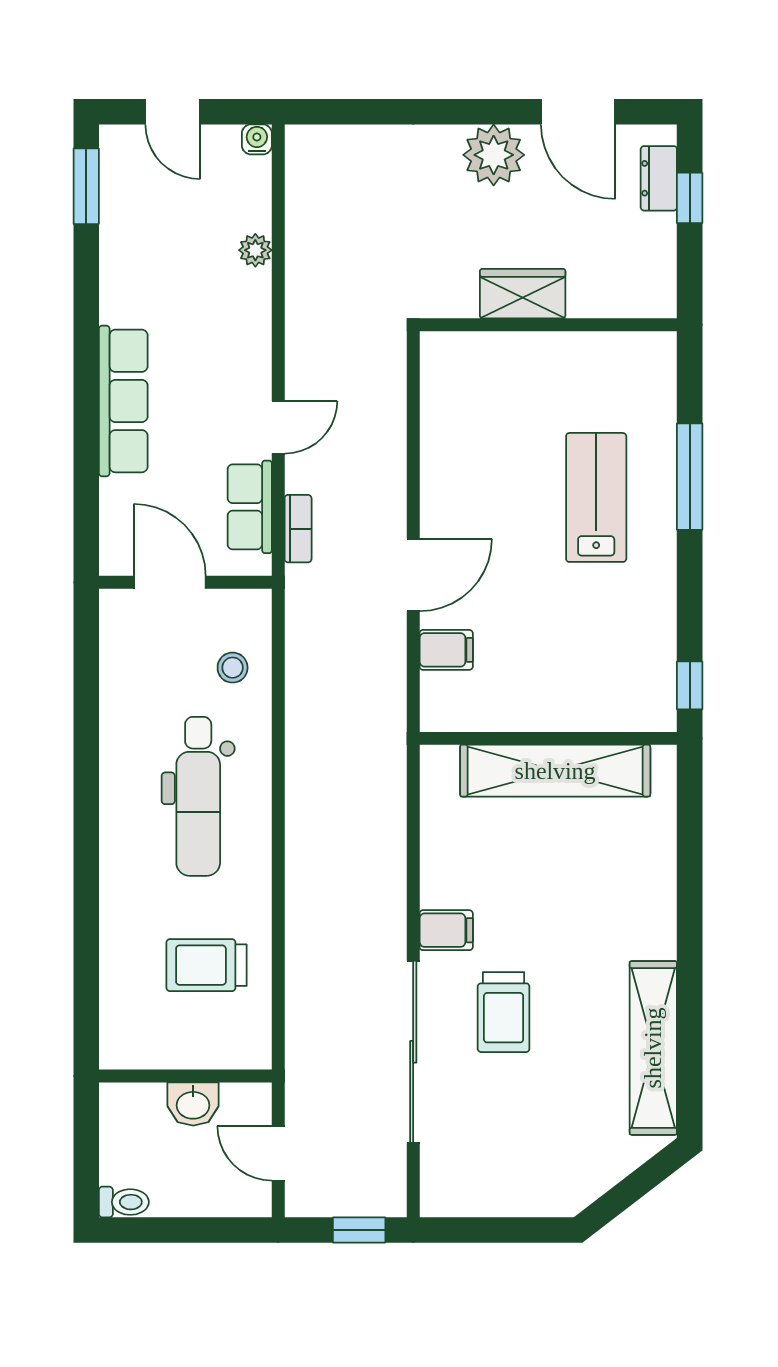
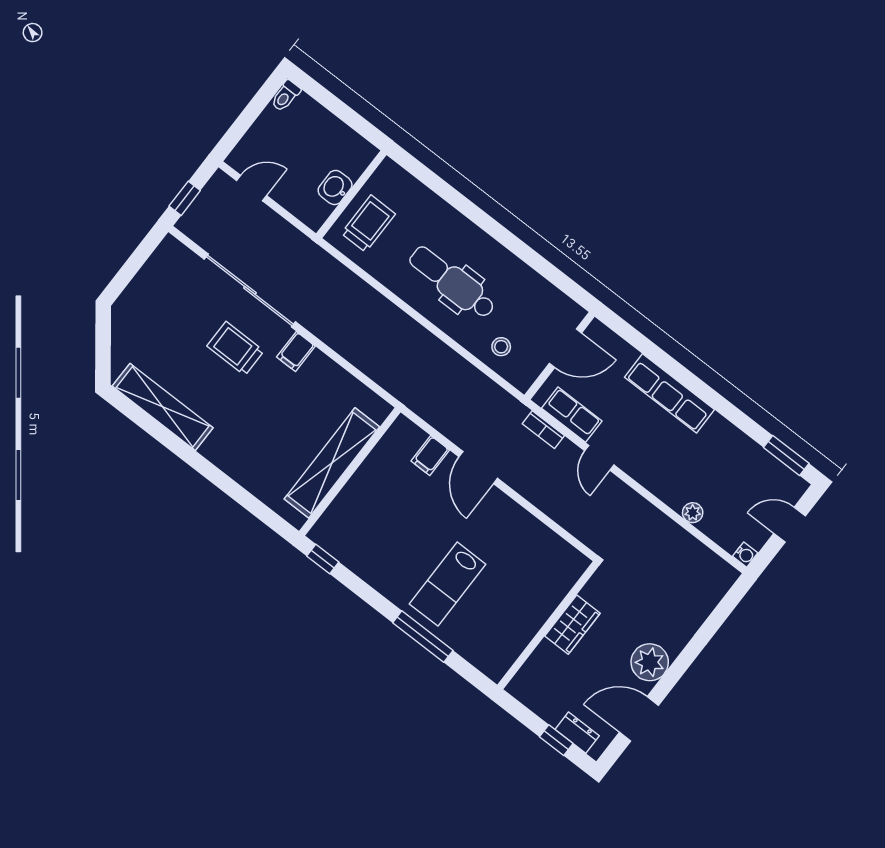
lab bench: (596, 497) -> (448, 584), turned 90
wall: (185, 1076) -> (351, 194), moved
washbasin: (193, 1104) -> (335, 188), moved

